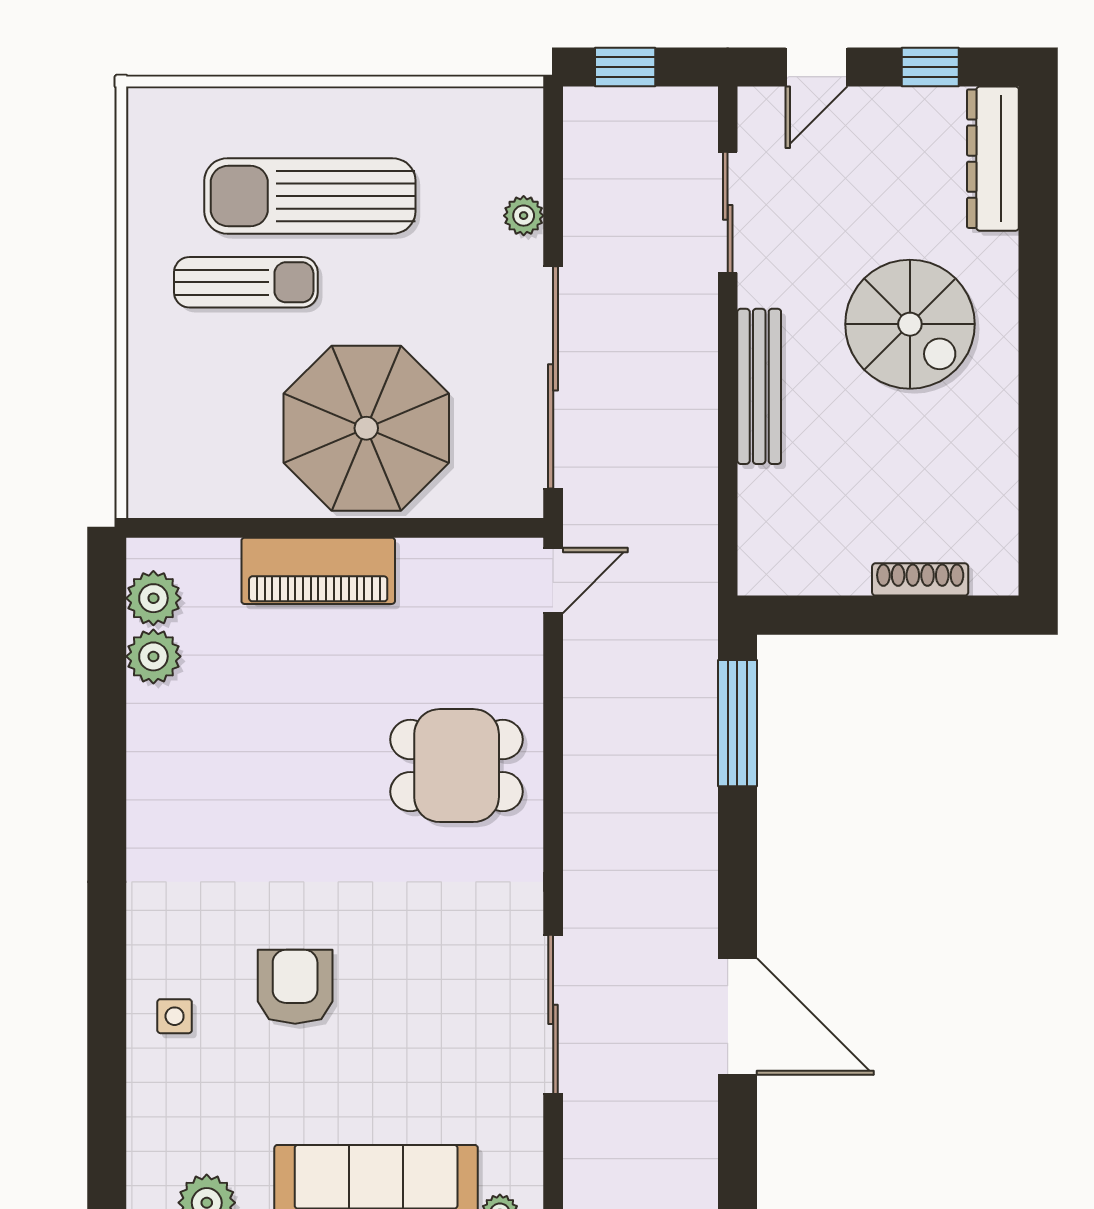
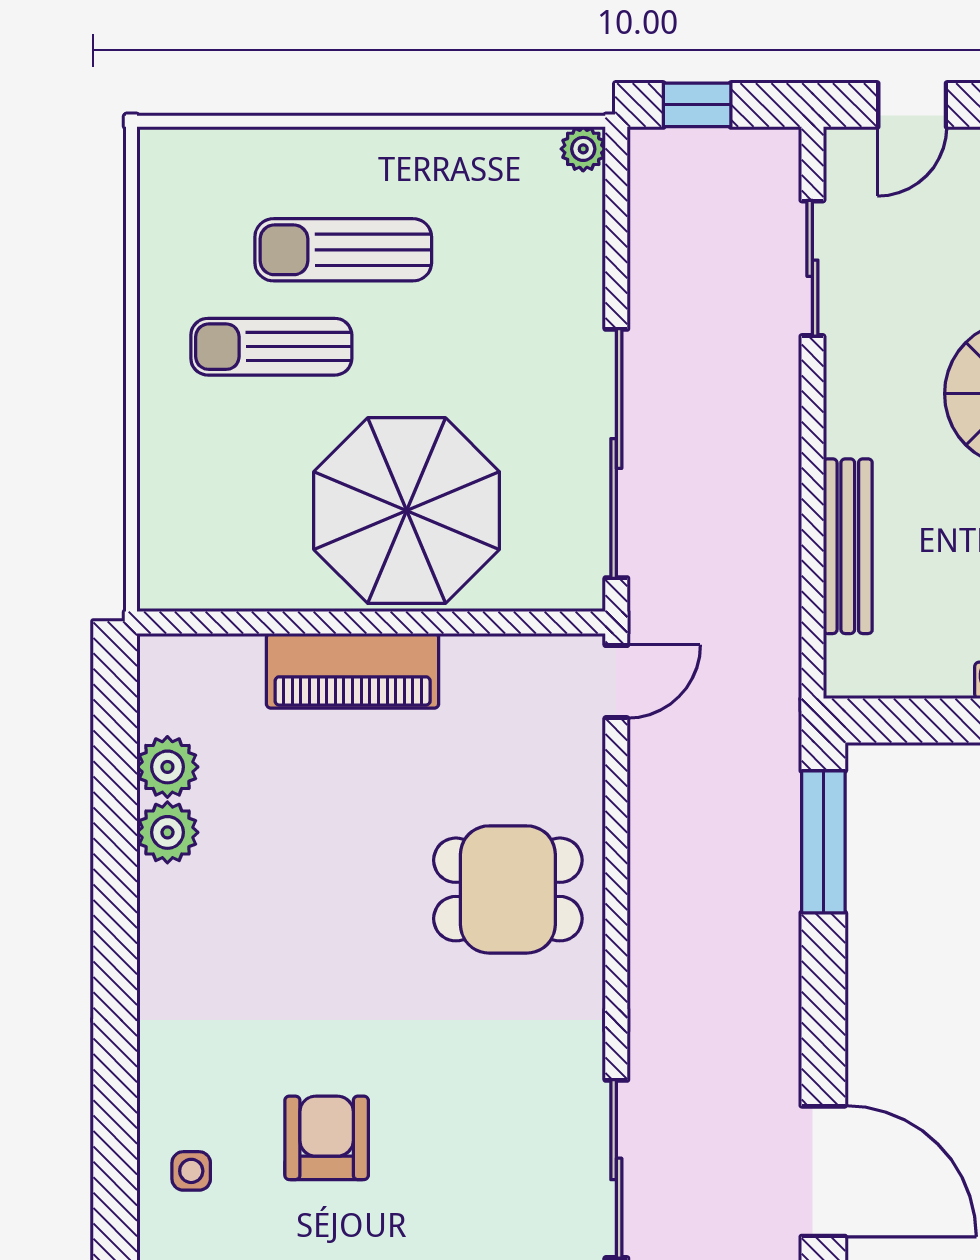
sun lounger: (310, 196) -> (343, 250), width x0.73, depth x0.75
plant: (524, 216) -> (583, 149), moved
sun lounger: (246, 282) -> (271, 347), turned 180
bench: (759, 386) -> (848, 546), moved
plant: (153, 598) -> (167, 832), moved

